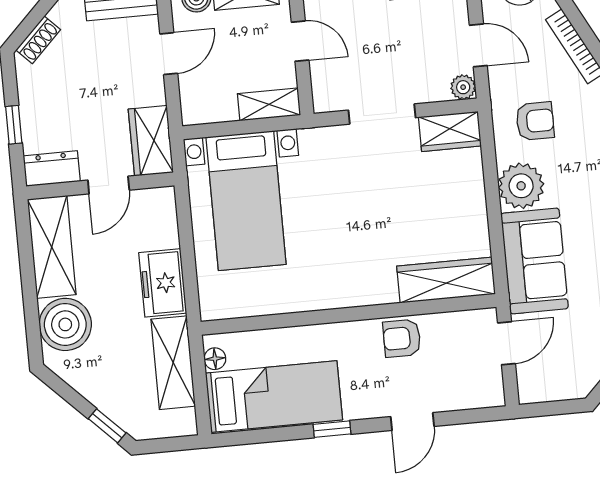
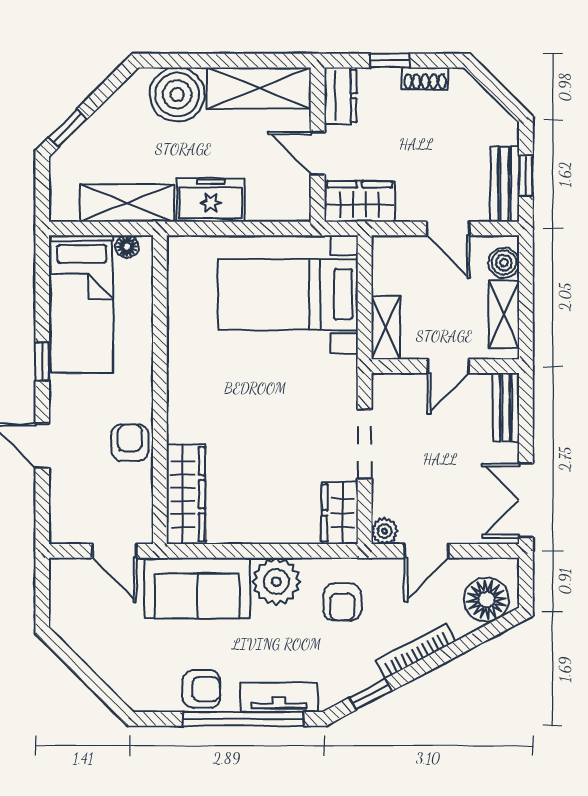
shoe rack: (38, 40) -> (425, 79), moved, turned -45

